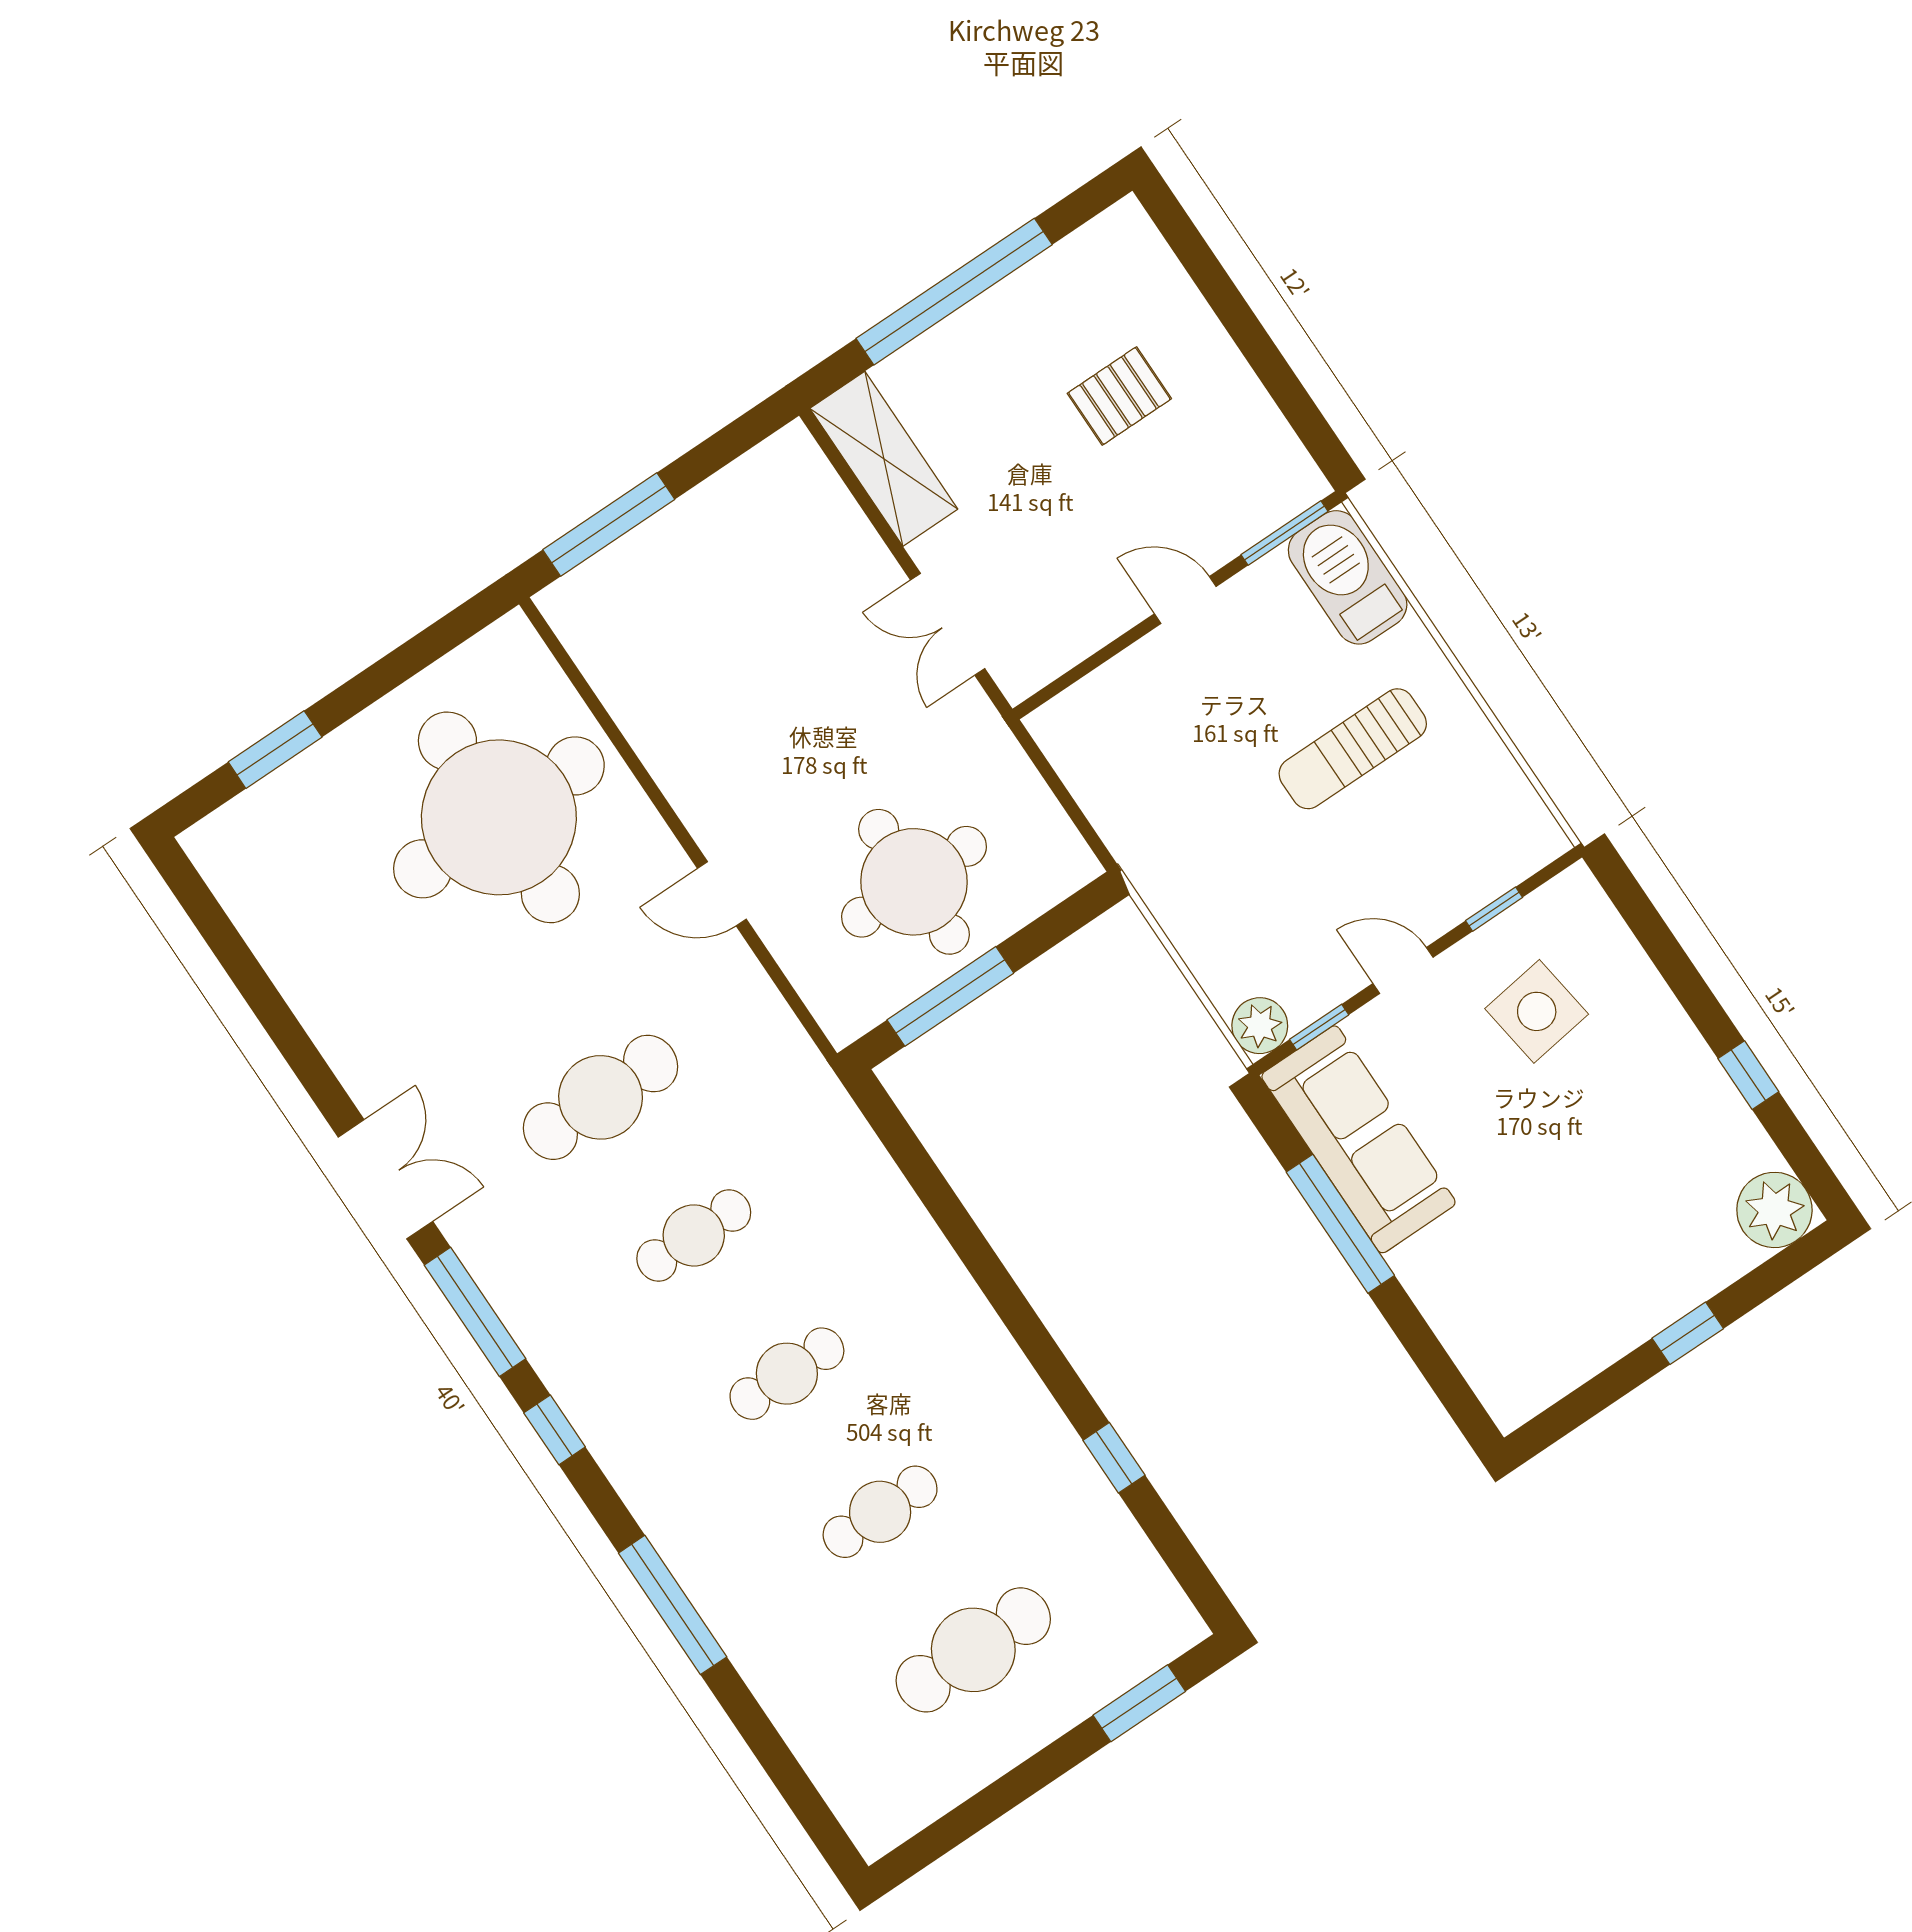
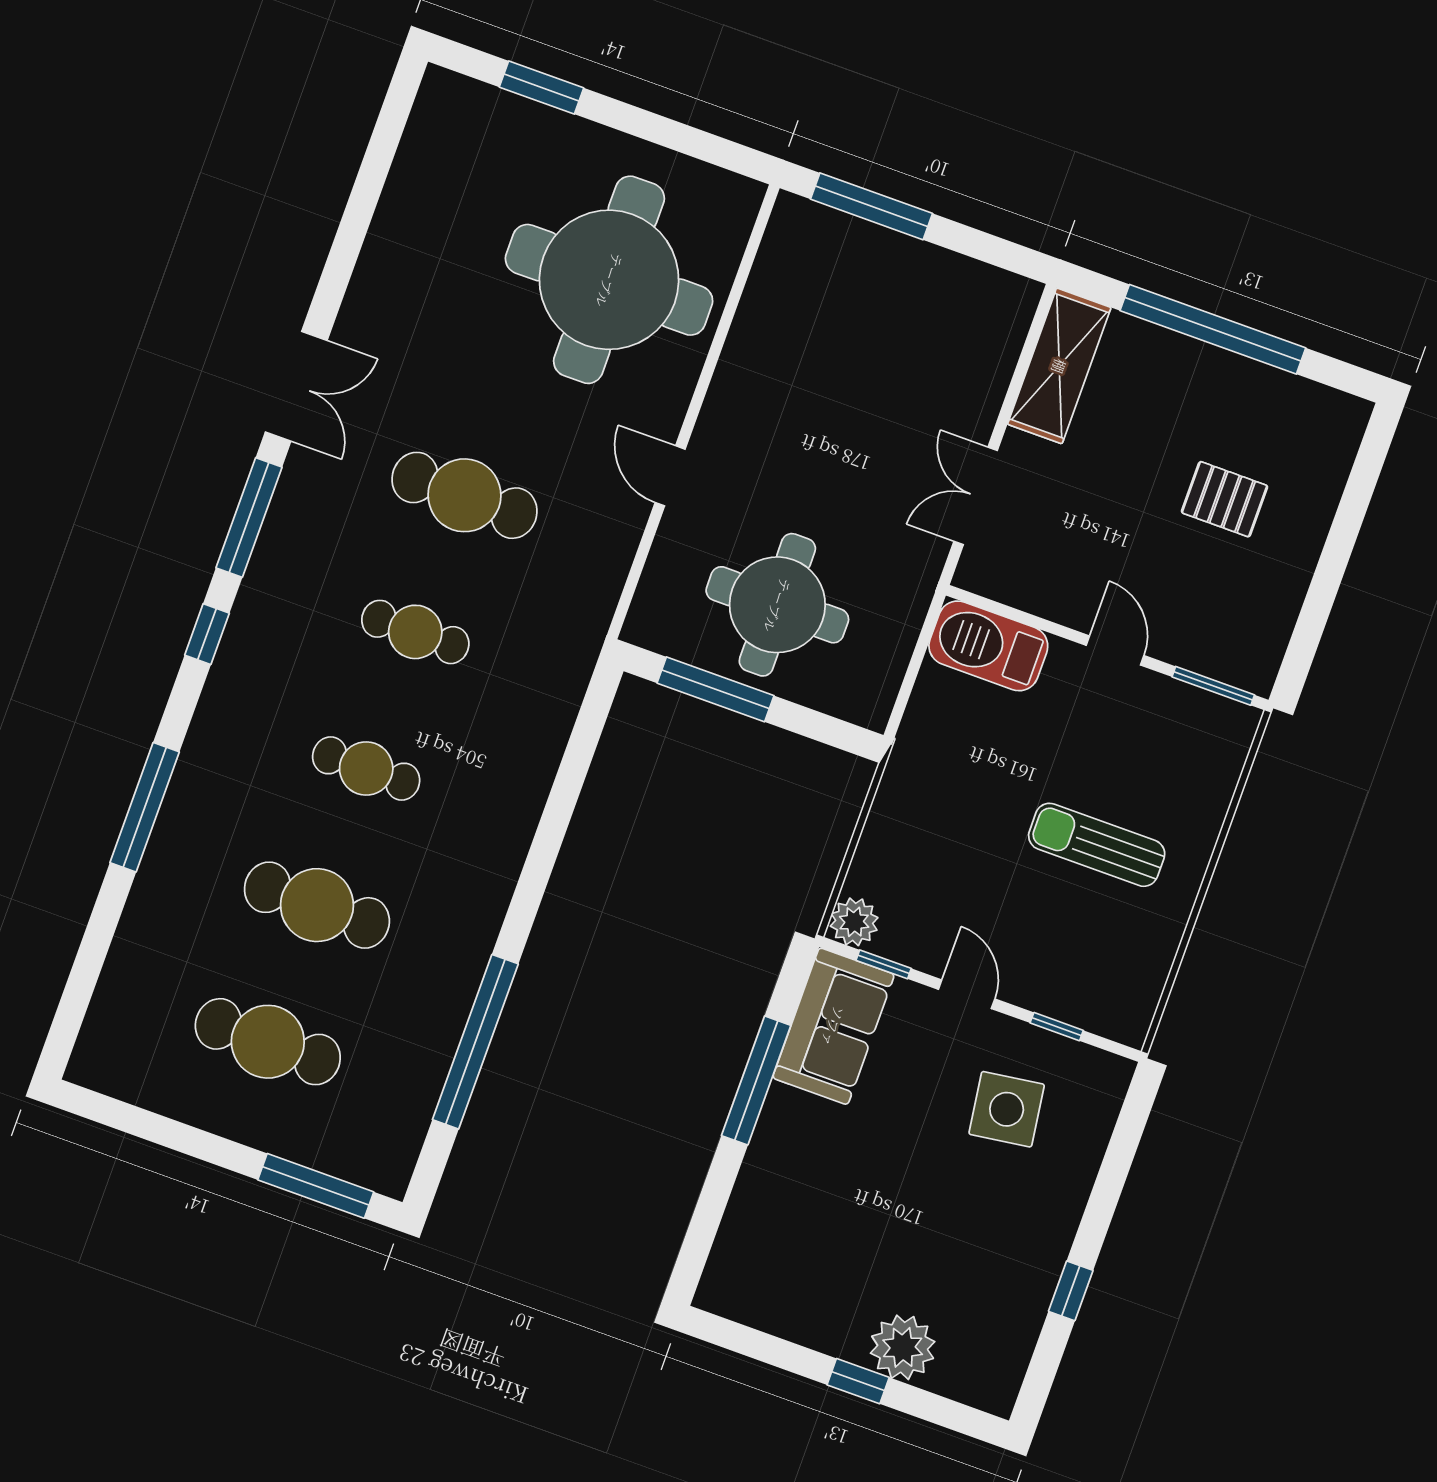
barbecue: (1348, 577) -> (988, 646), moved, turned -90
sofa: (1358, 1139) -> (833, 1026), width x0.73
plant: (1774, 1210) -> (903, 1347), moved
window: (1114, 1458) -> (475, 1042), width x3.17
cafe table: (880, 1512) -> (317, 905), width x1.37, depth x1.35
window: (1139, 1703) -> (316, 1186), width x1.44

